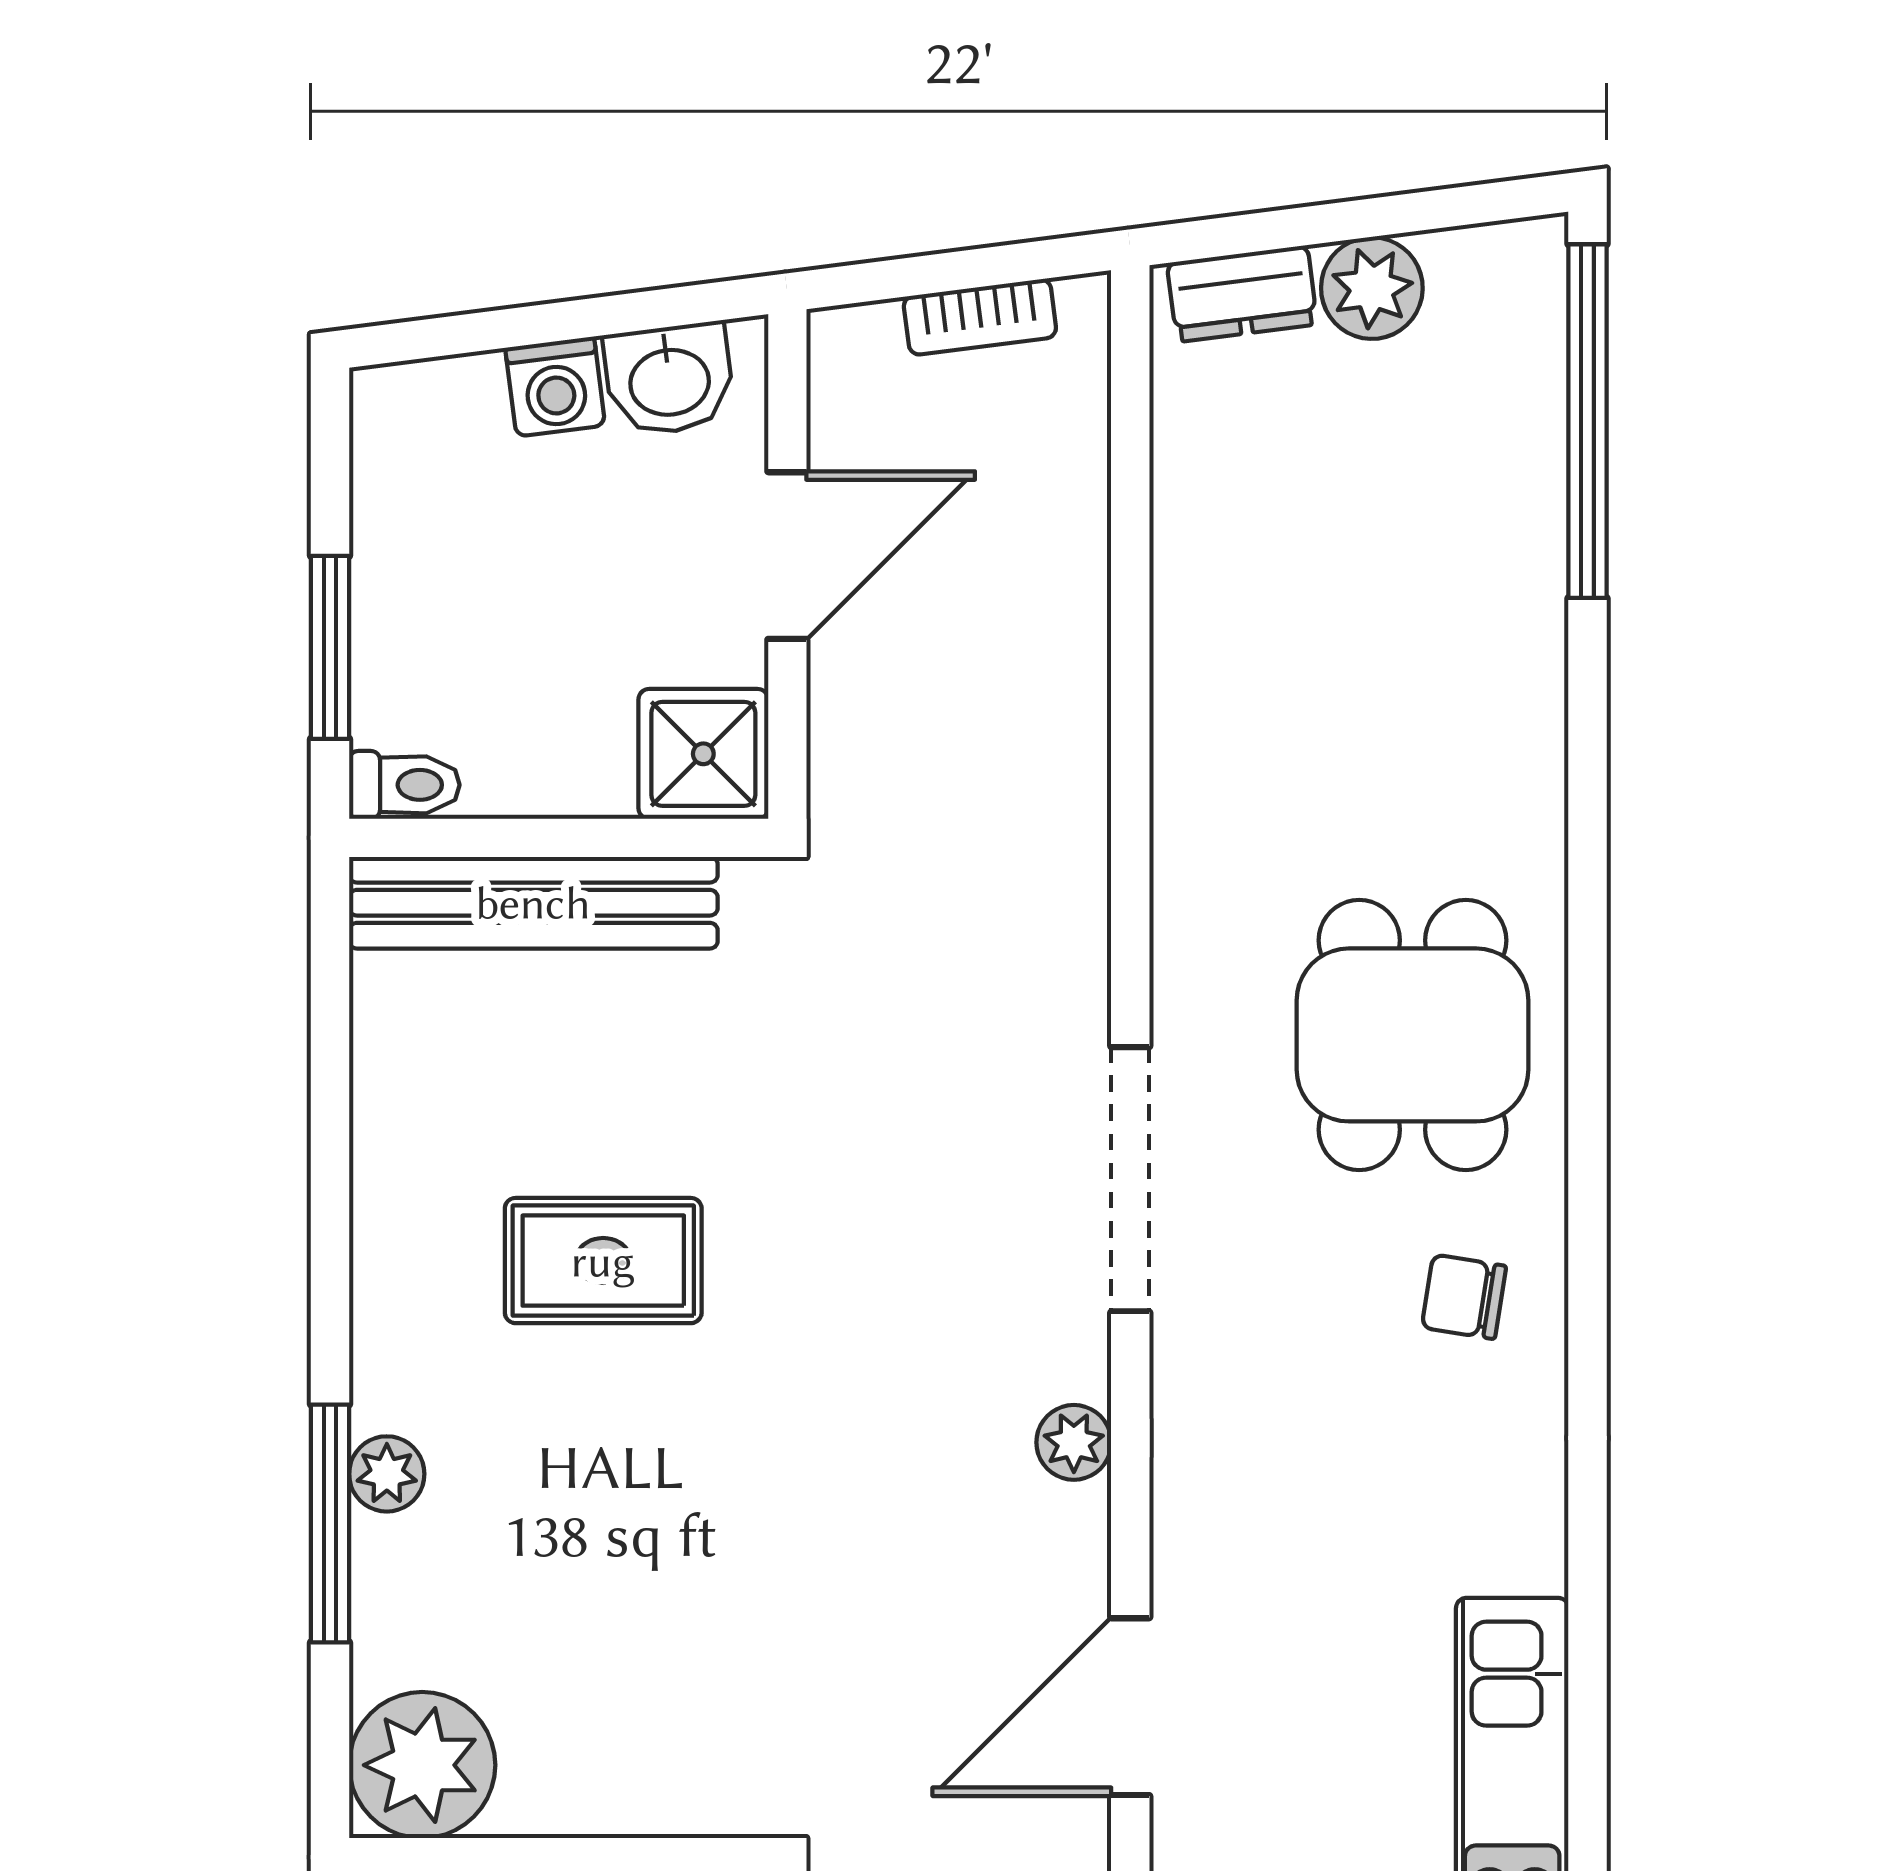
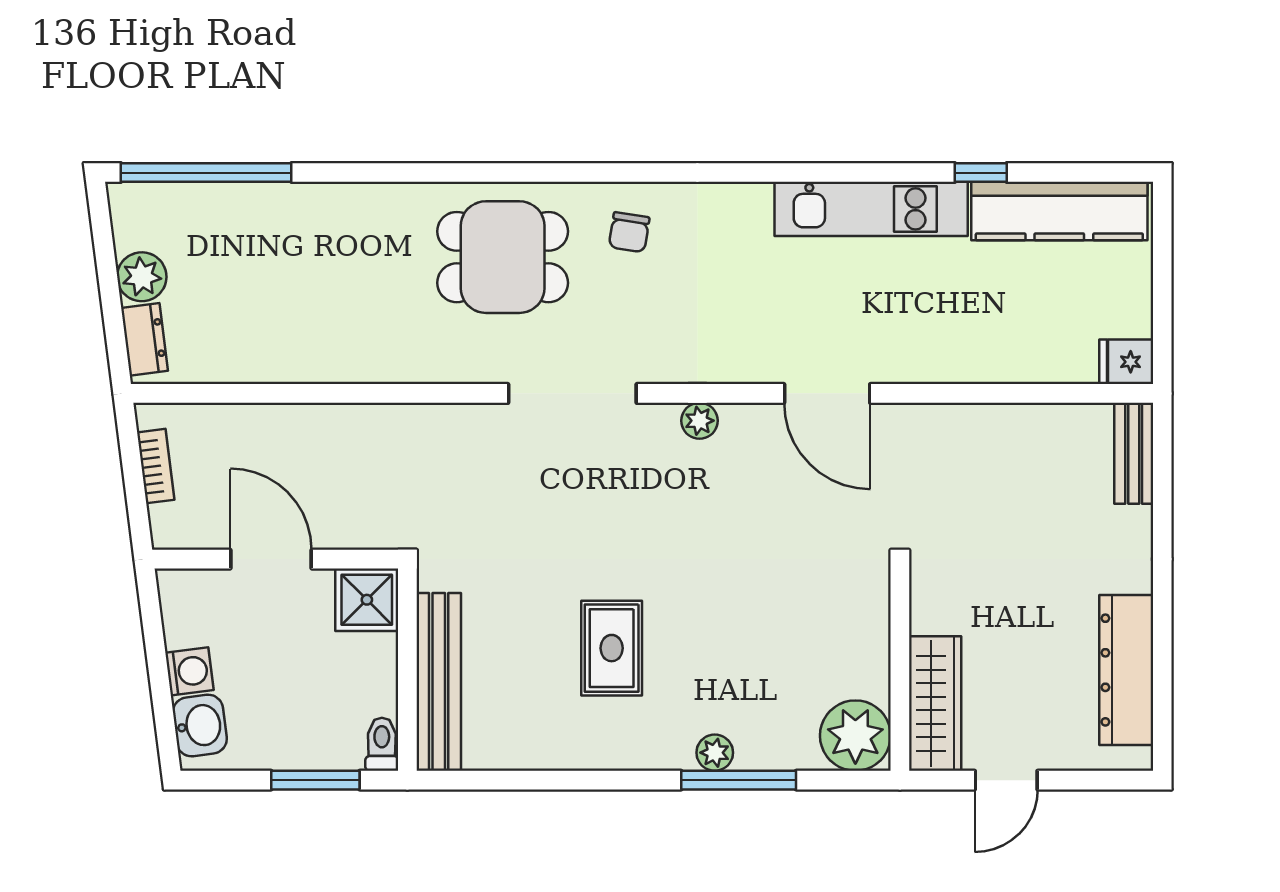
washbasin: (669, 379) -> (200, 726), moved

